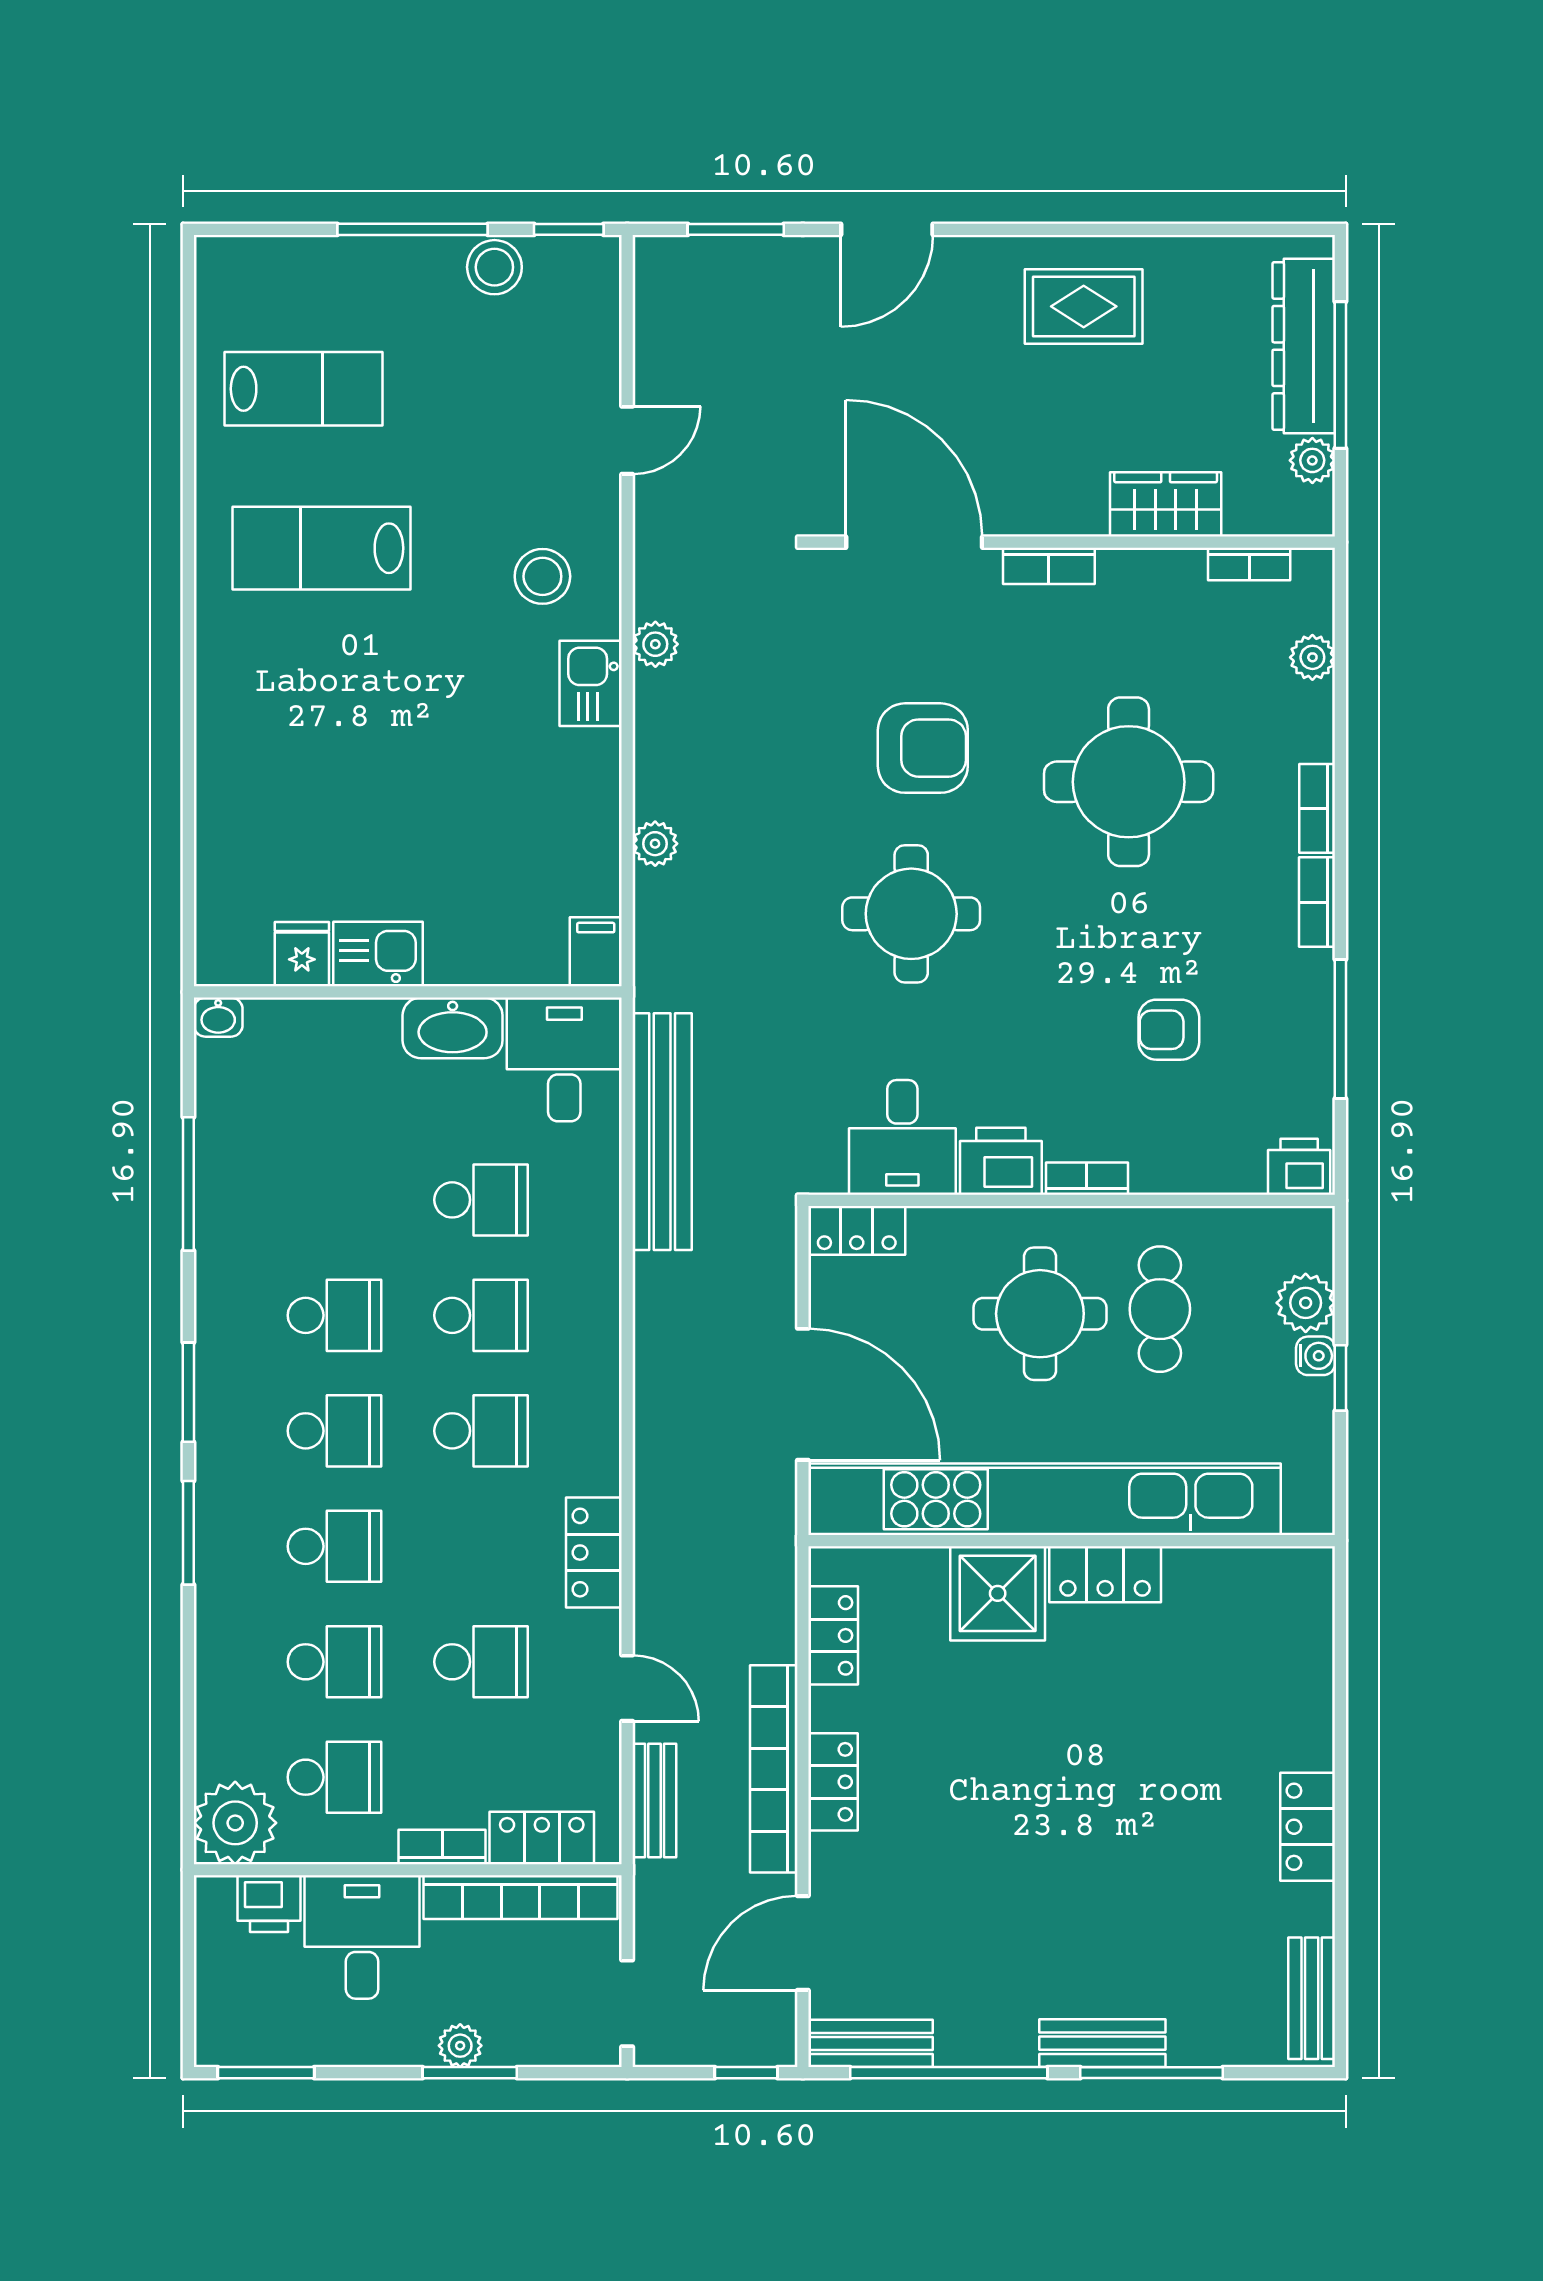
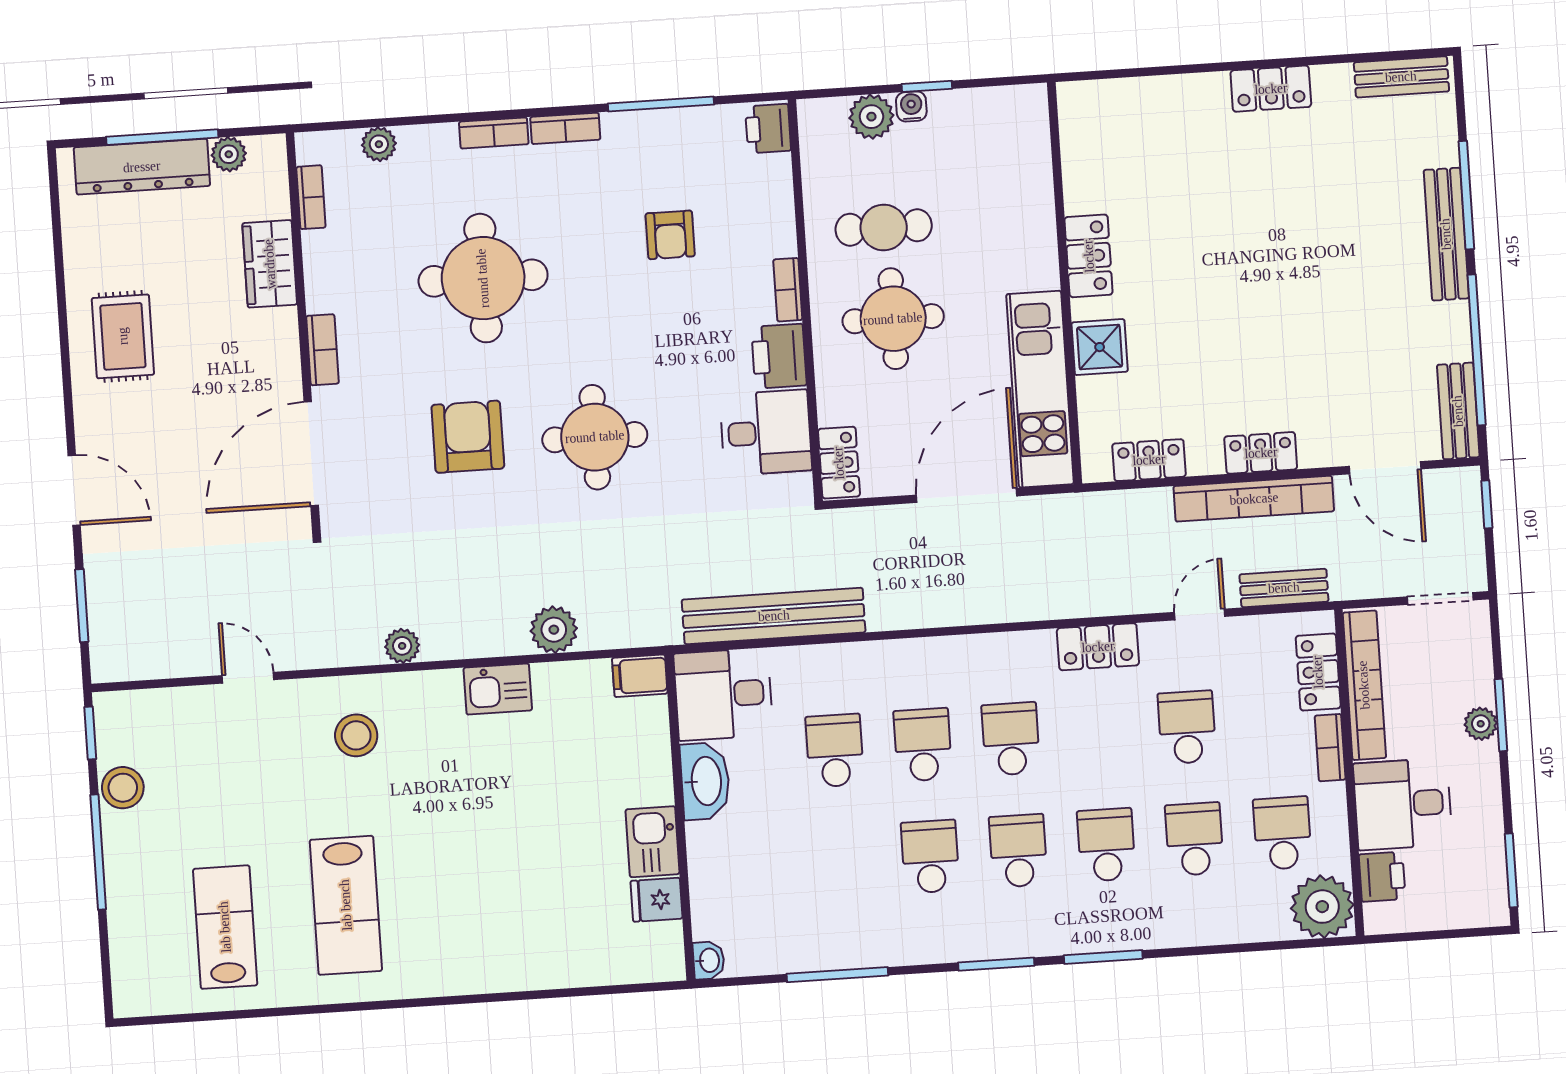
kitchen sink: (591, 683) -> (498, 689), moved
plant: (655, 844) -> (554, 630), width x1.38, depth x1.38
kitchen unit: (1044, 1499) -> (1040, 389), width x0.54
shower: (998, 1593) -> (1100, 347), width x0.73, depth x0.73
bench: (1102, 2043) -> (1446, 234), width x1.36

